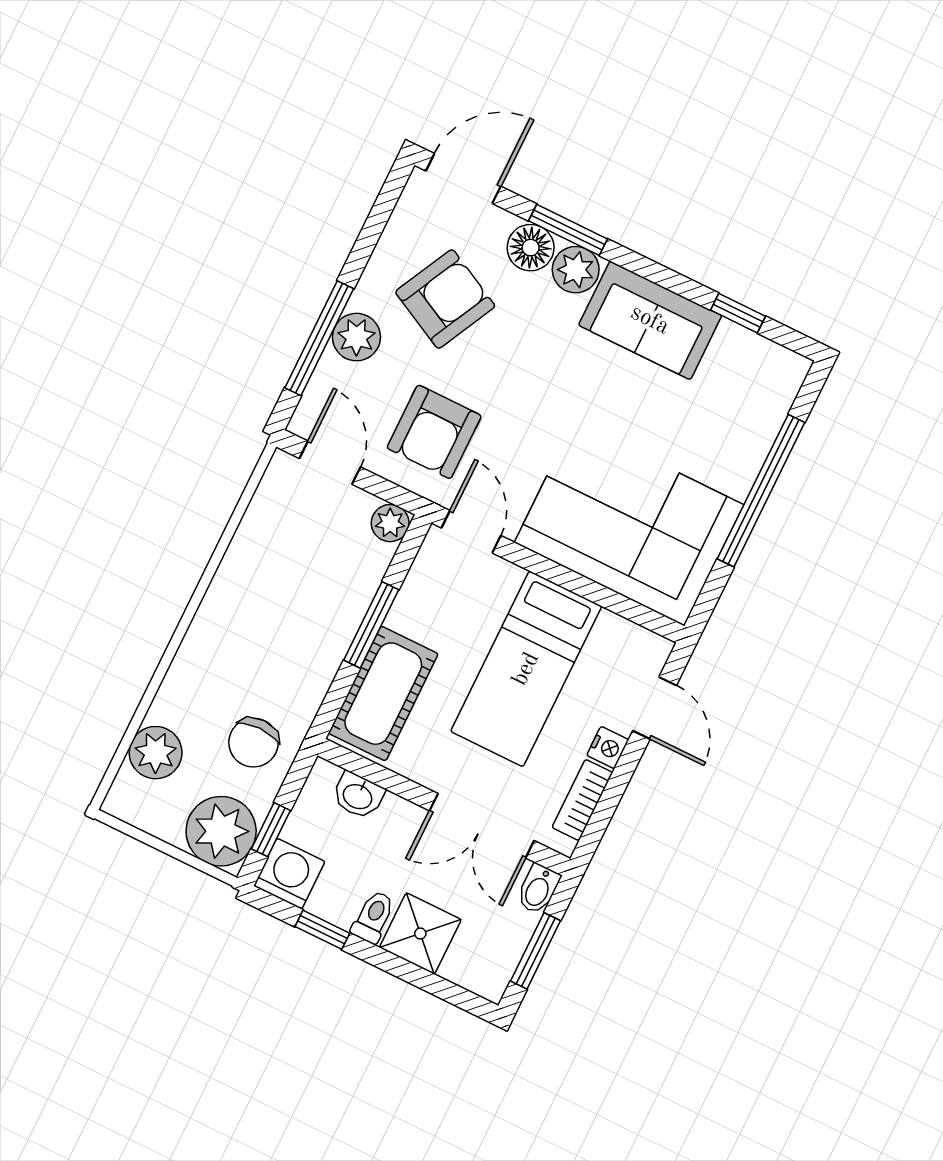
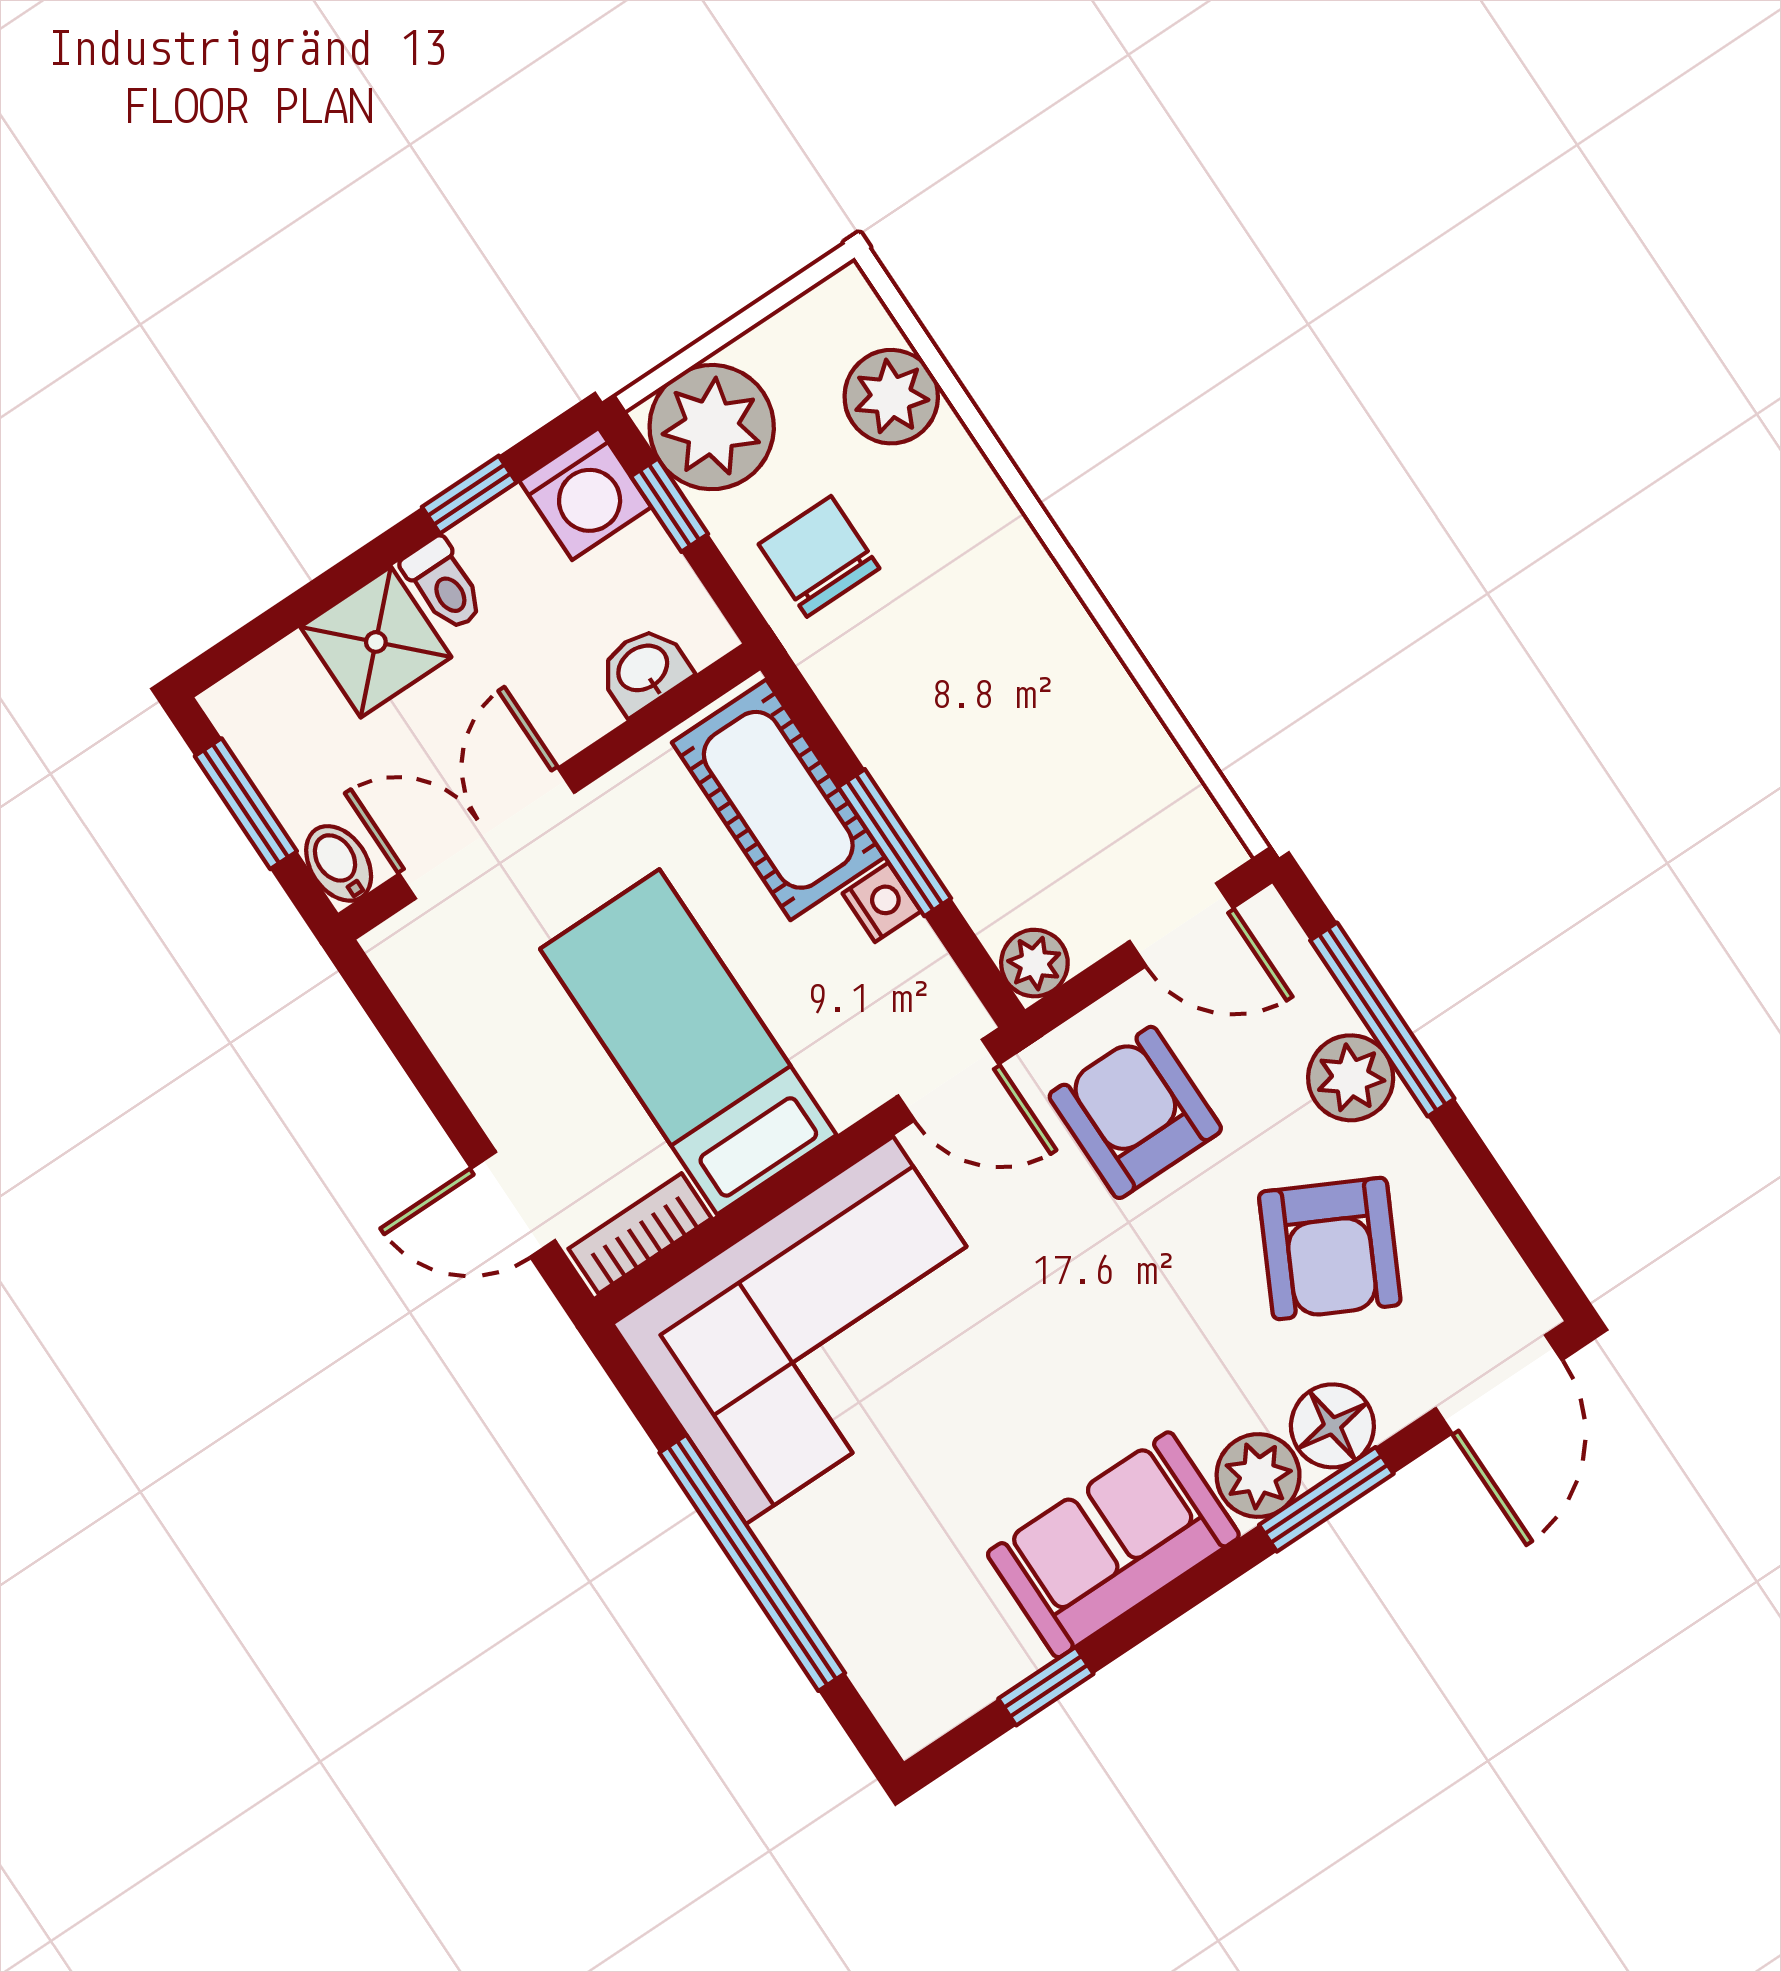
nightstand: (608, 747) -> (882, 902), moved, turned 180
bookcase: (582, 800) -> (640, 1233), moved, turned -90

